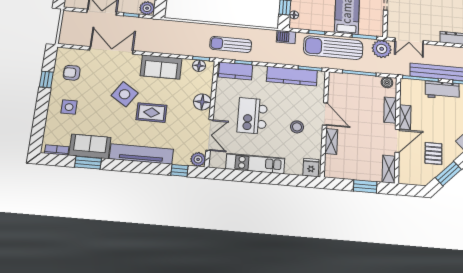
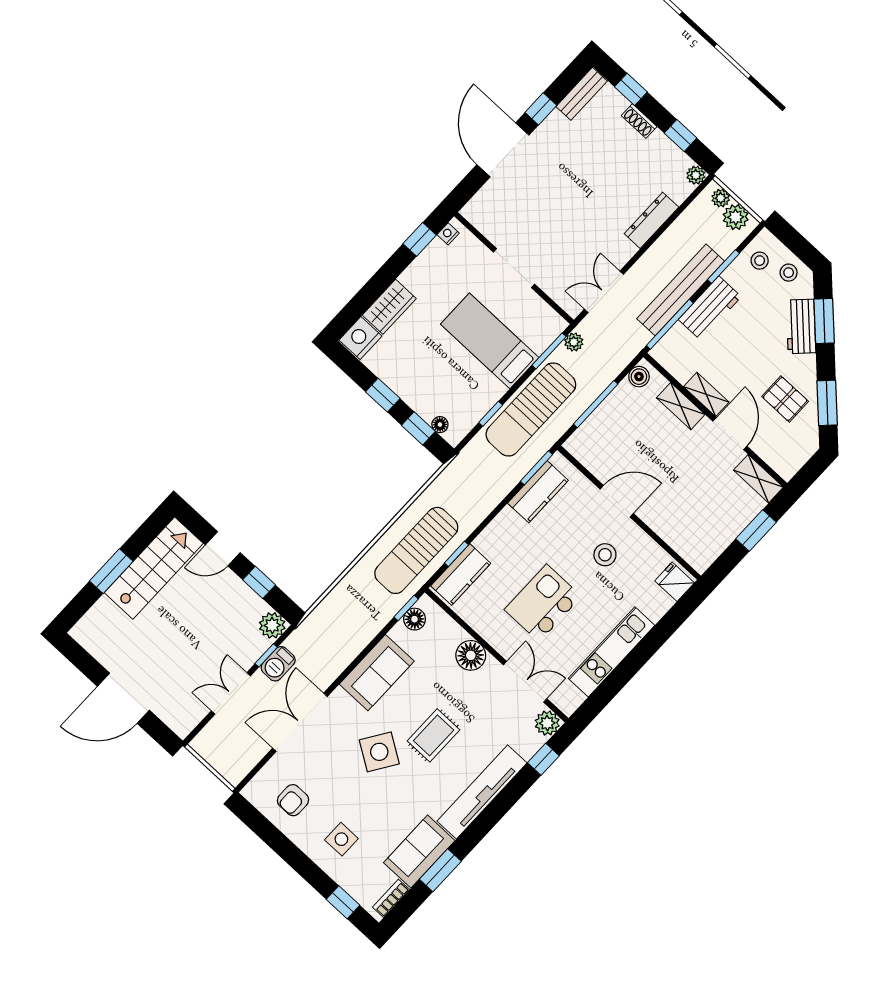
barbecue: (286, 37) -> (278, 664), moved
double door: (409, 41) -> (604, 292), swing flipped
sun lounger: (231, 44) -> (416, 550), width x1.36, depth x1.34
plant: (382, 49) -> (574, 342), width x0.53, depth x0.53
kitchen counter: (292, 76) -> (538, 492), width x0.67
window: (46, 79) -> (343, 902), moved
kitchen island: (252, 116) -> (543, 603), turned 90
shelving: (331, 141) -> (661, 525), removed

